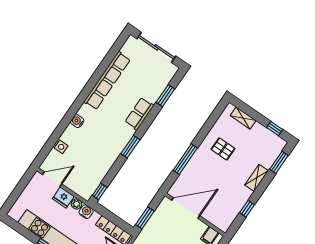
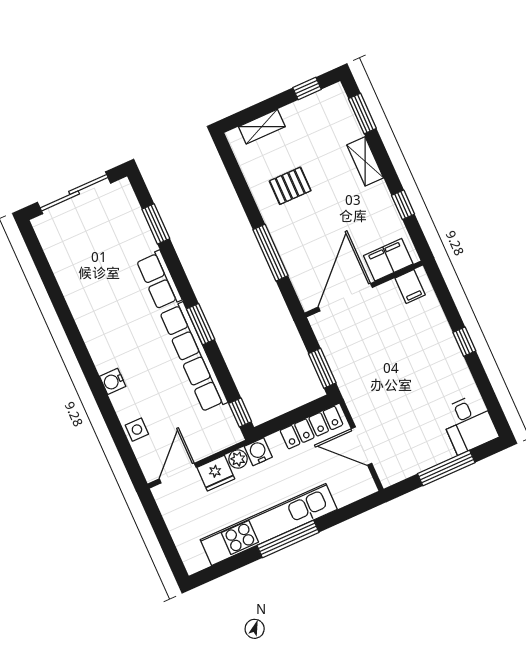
row of seats: (107, 81) -> (194, 357), moved, turned 180
filing cabinet: (216, 218) -> (388, 260), added

